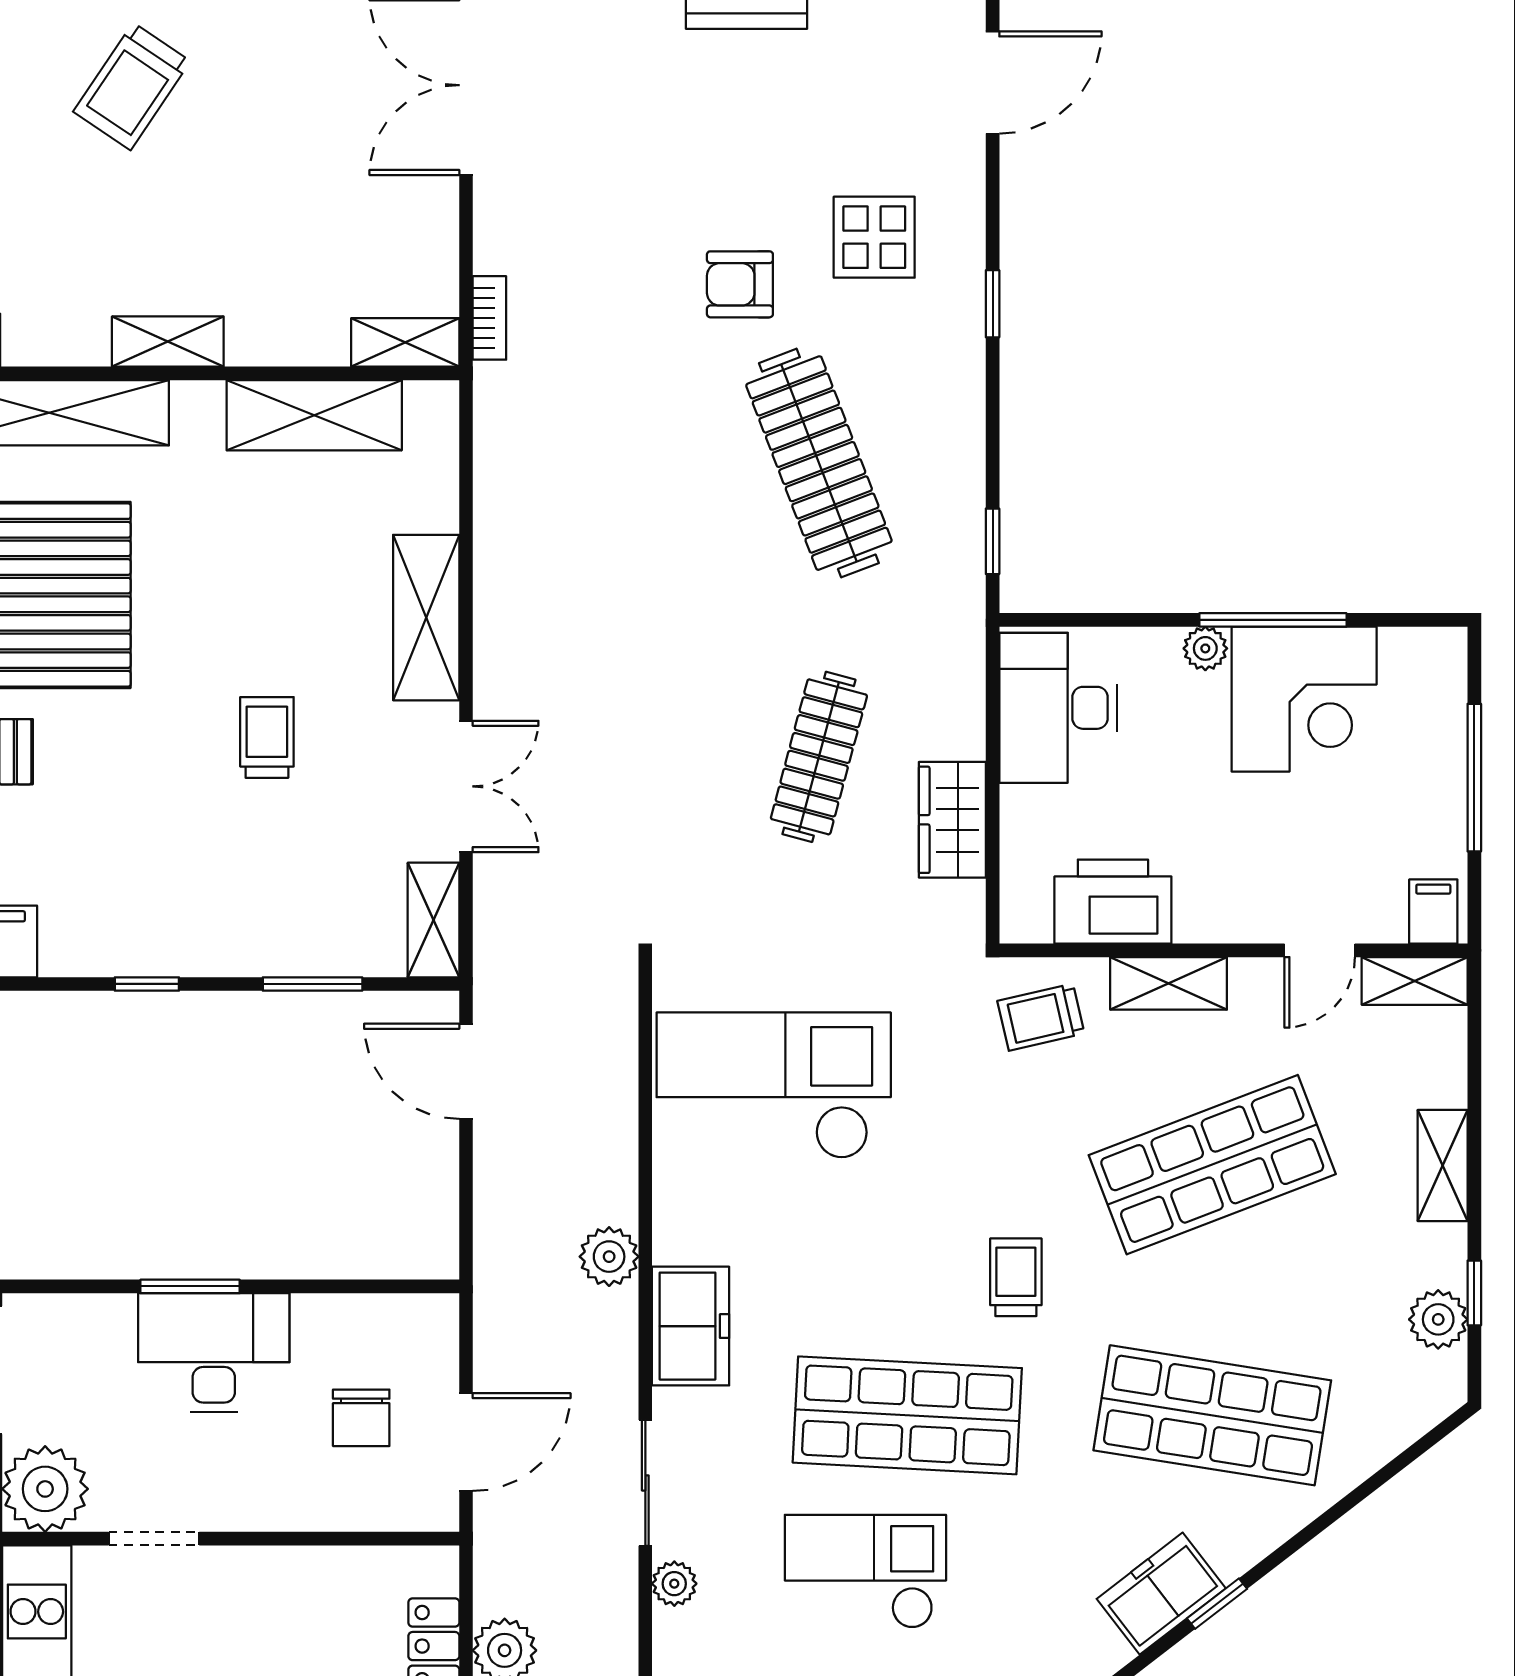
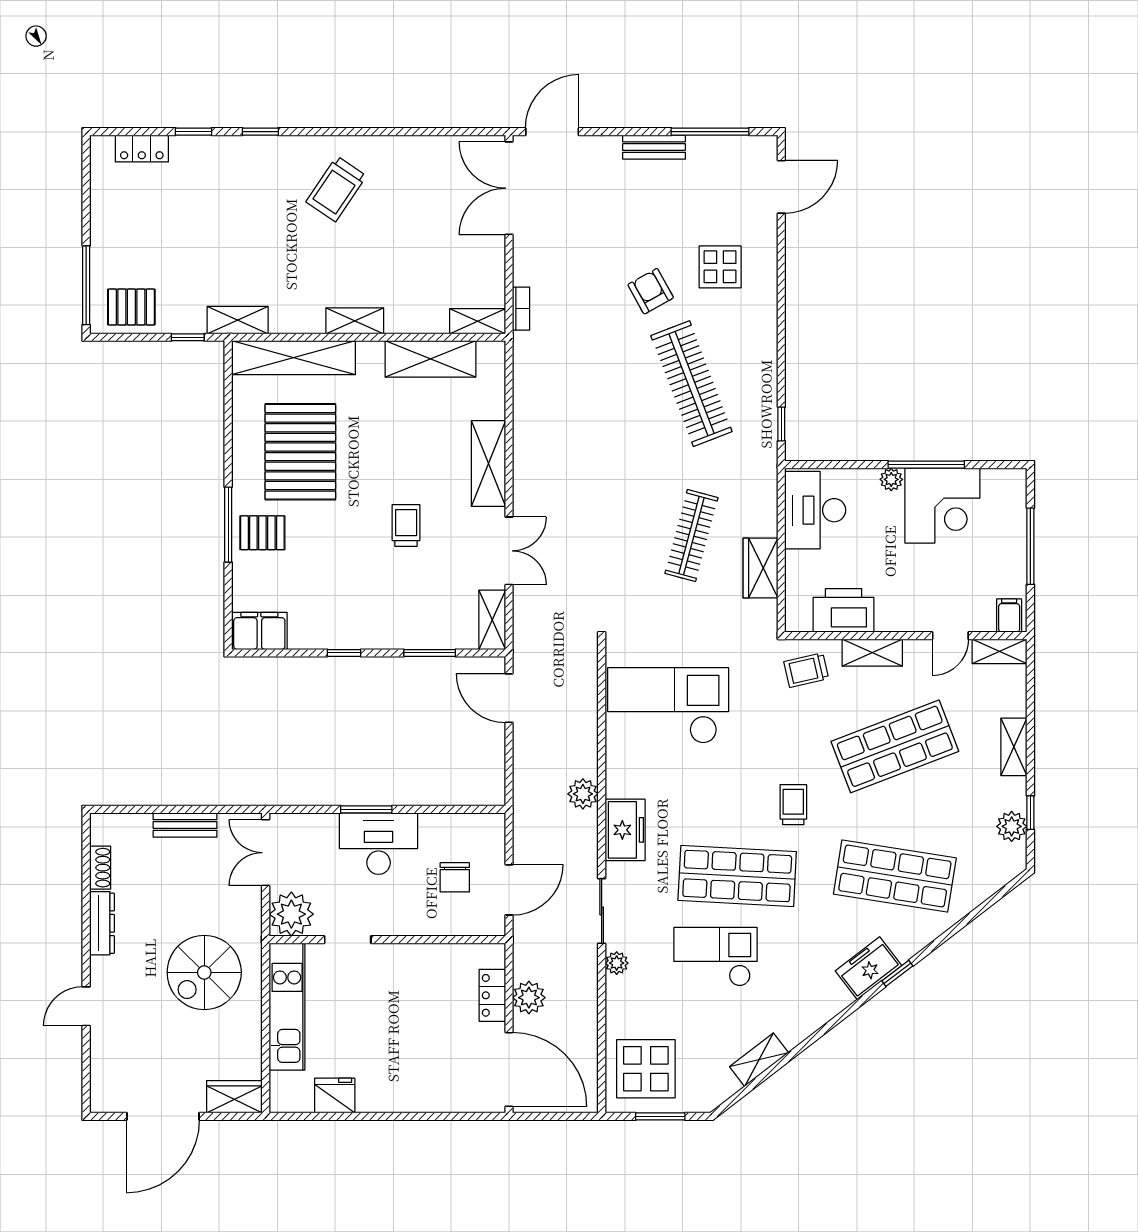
armchair: (740, 284) -> (651, 291), turned 61
window: (993, 304) -> (781, 301), removed

